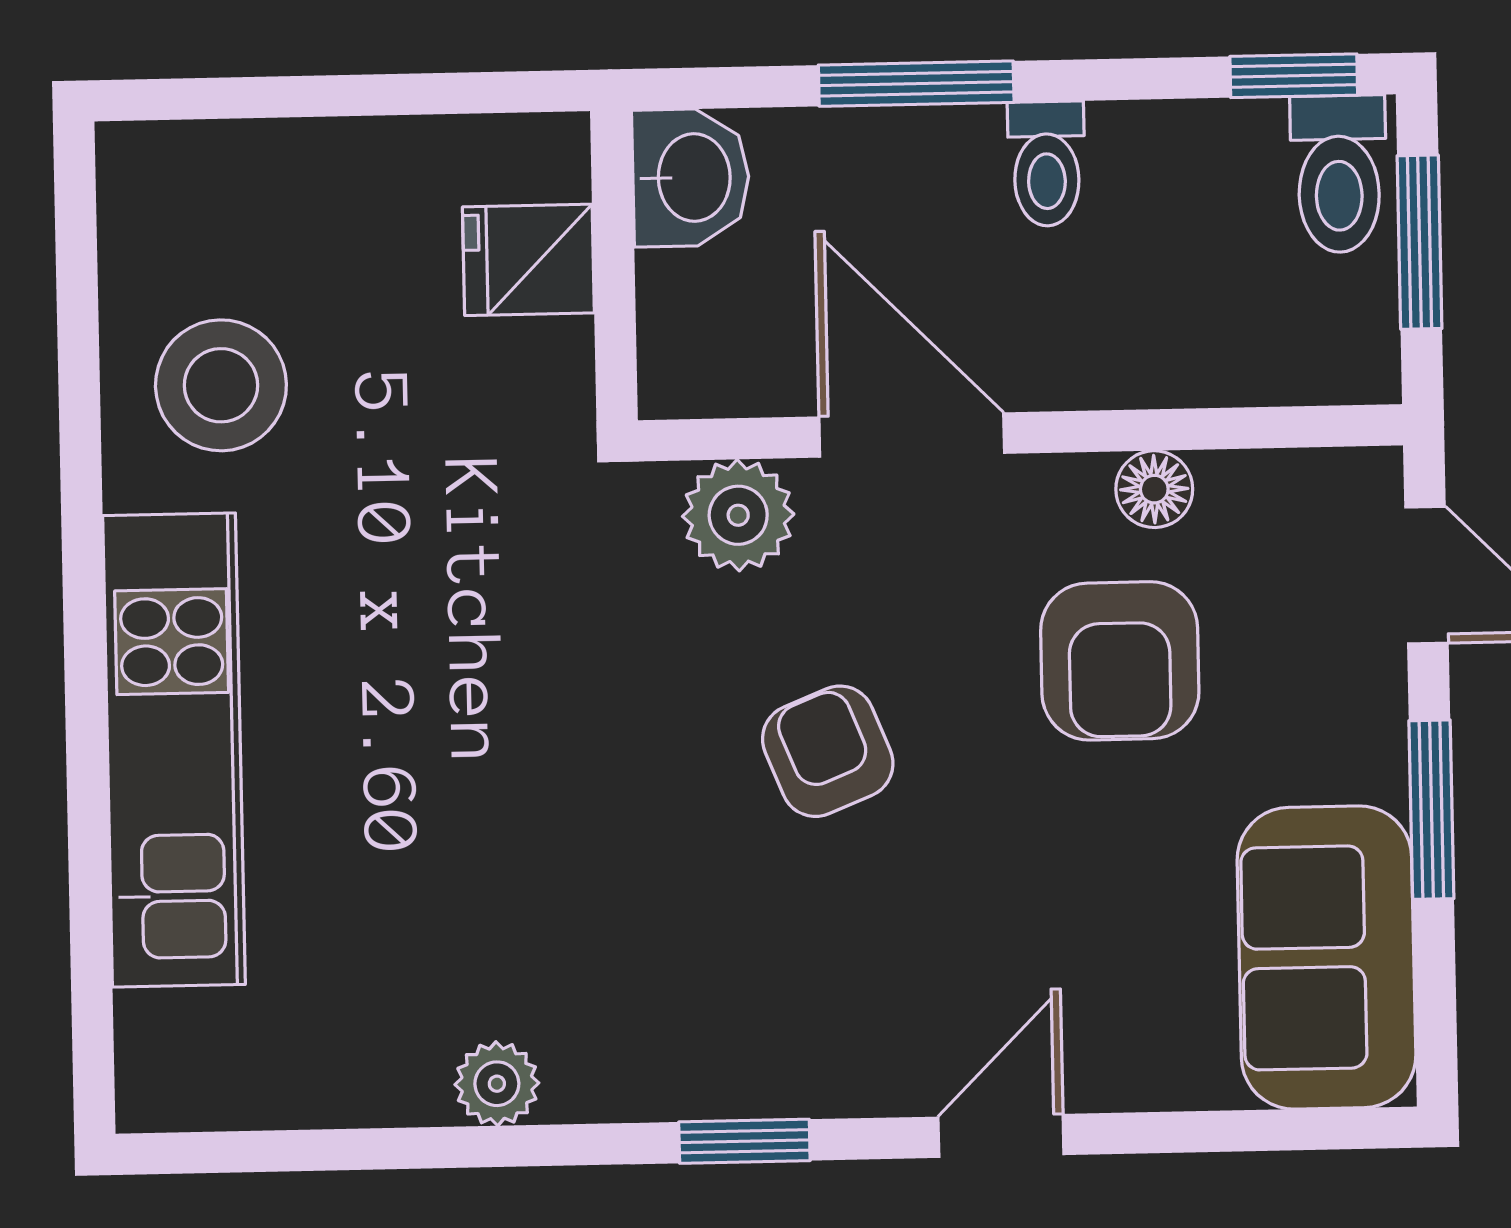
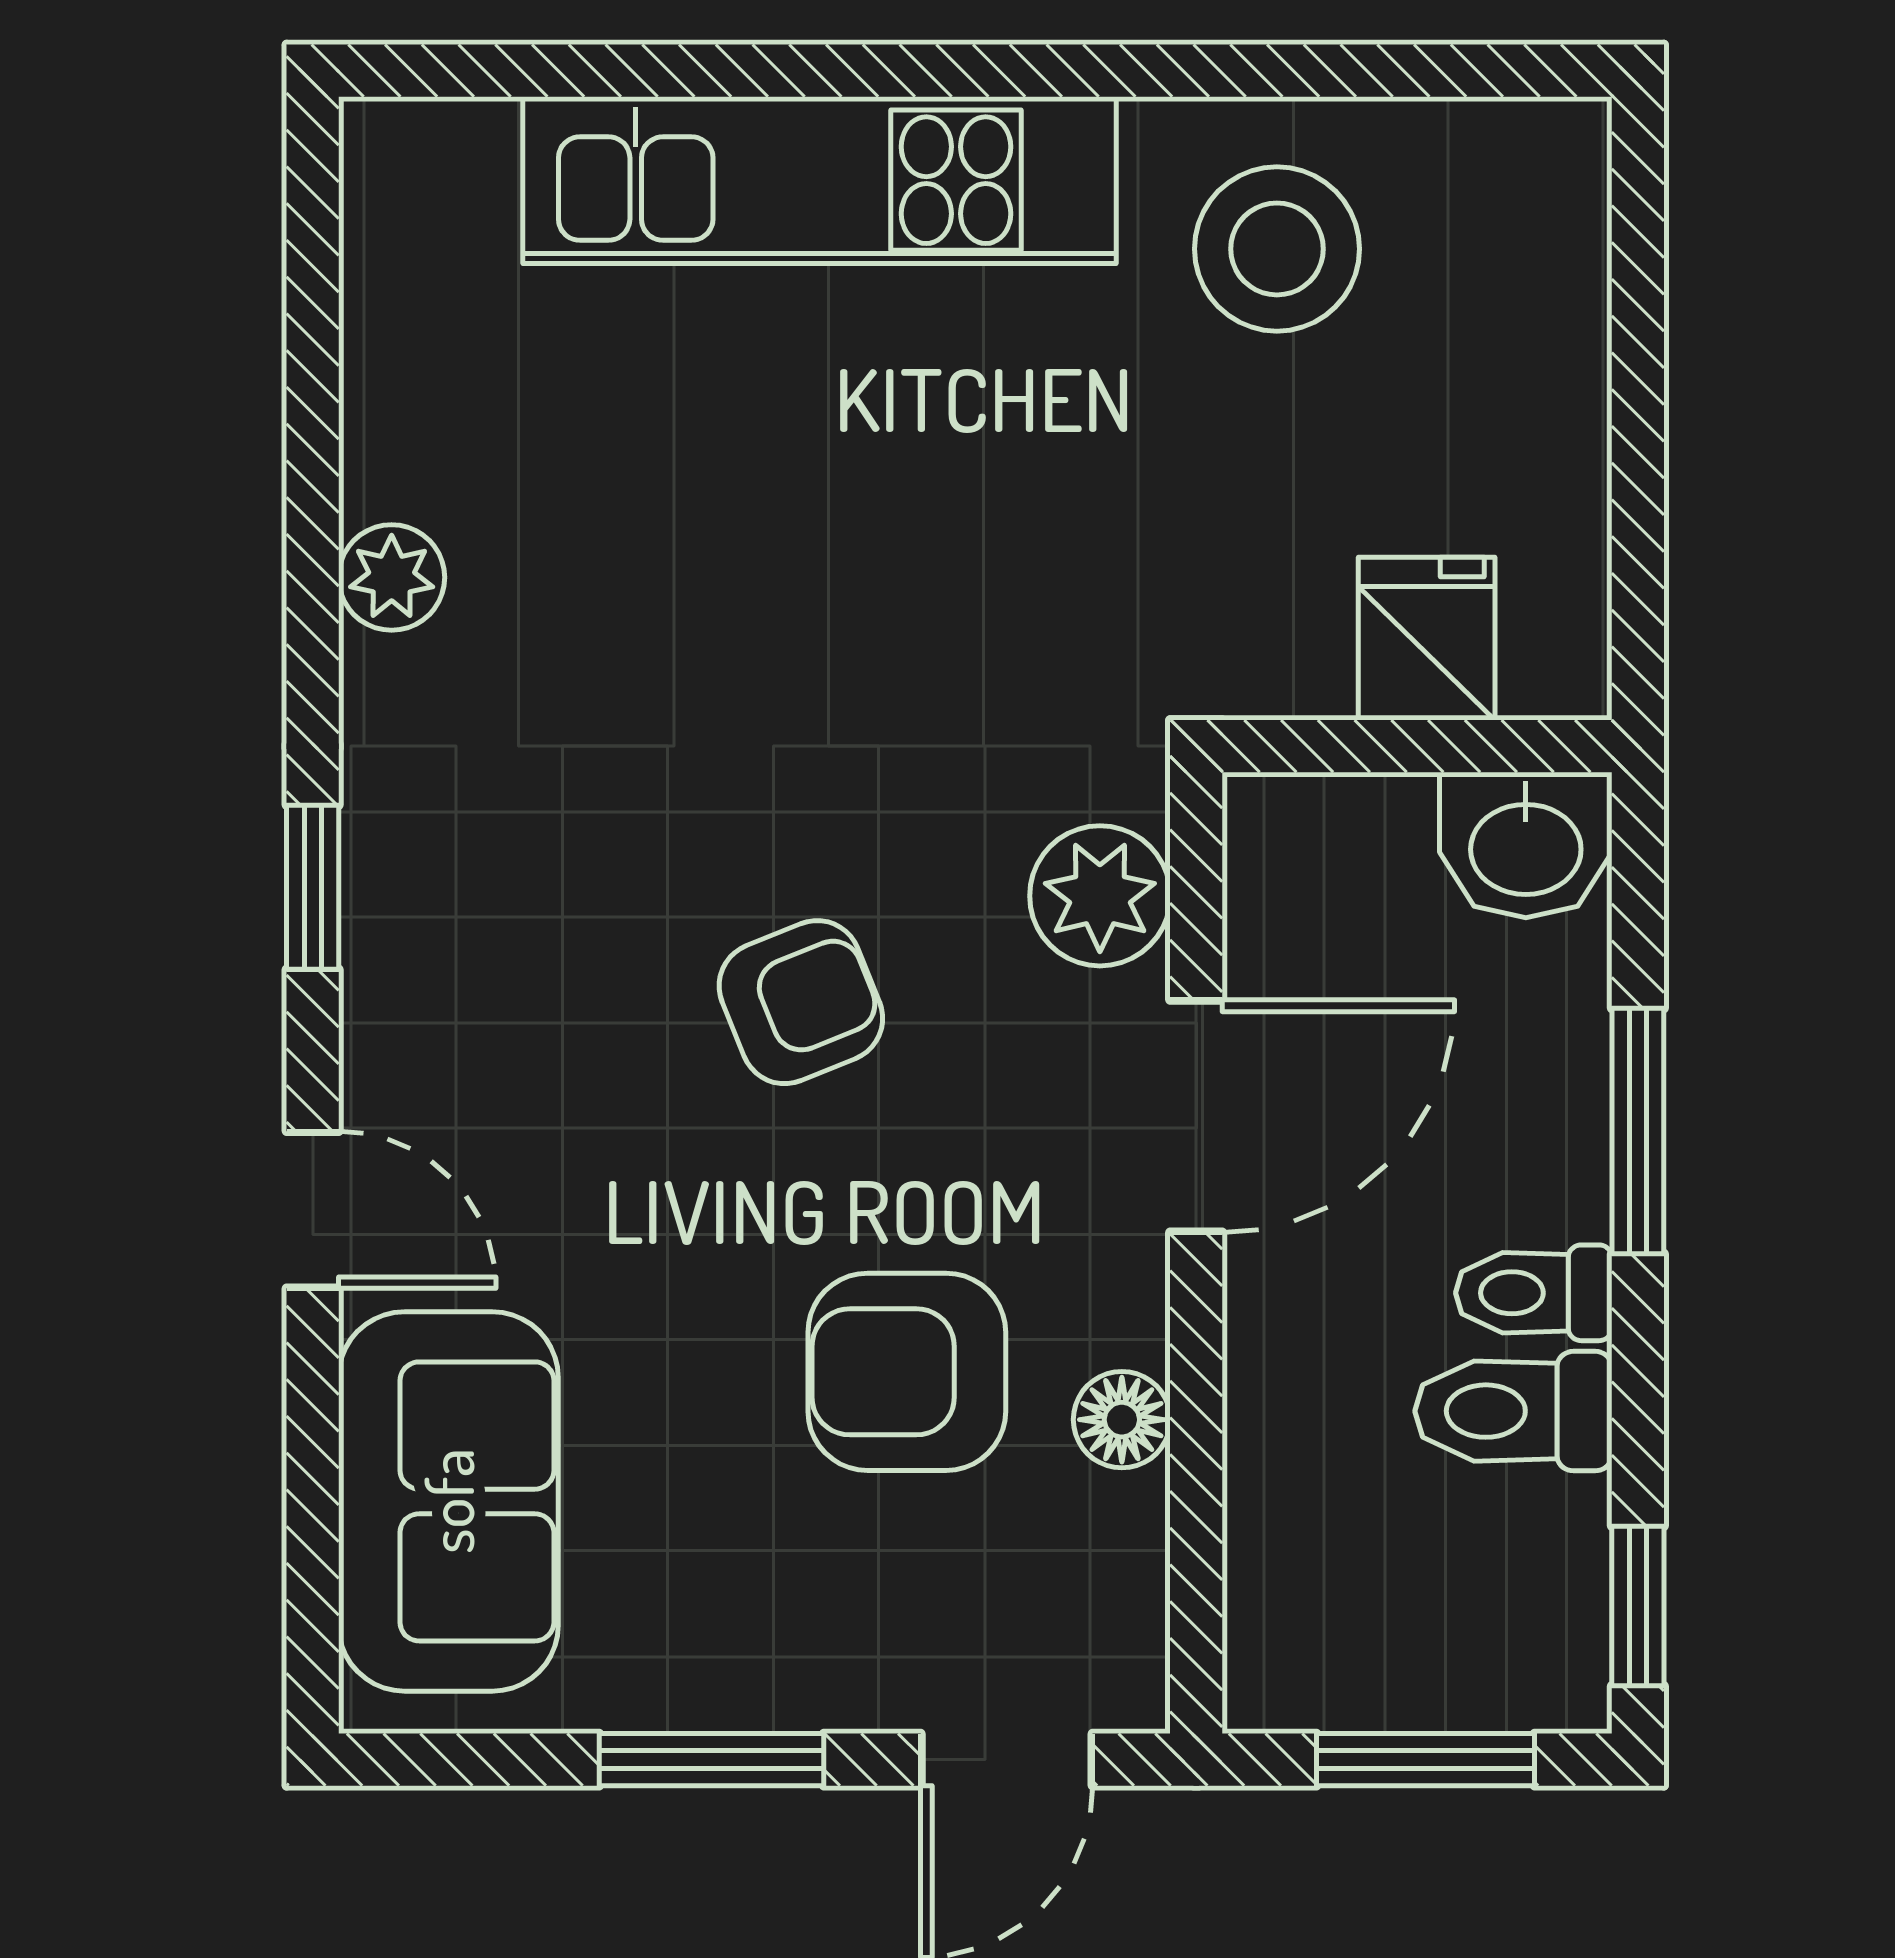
toilet: (1339, 174) -> (1513, 1411), moved
sofa: (1327, 957) -> (448, 1501), moved, turned 90

